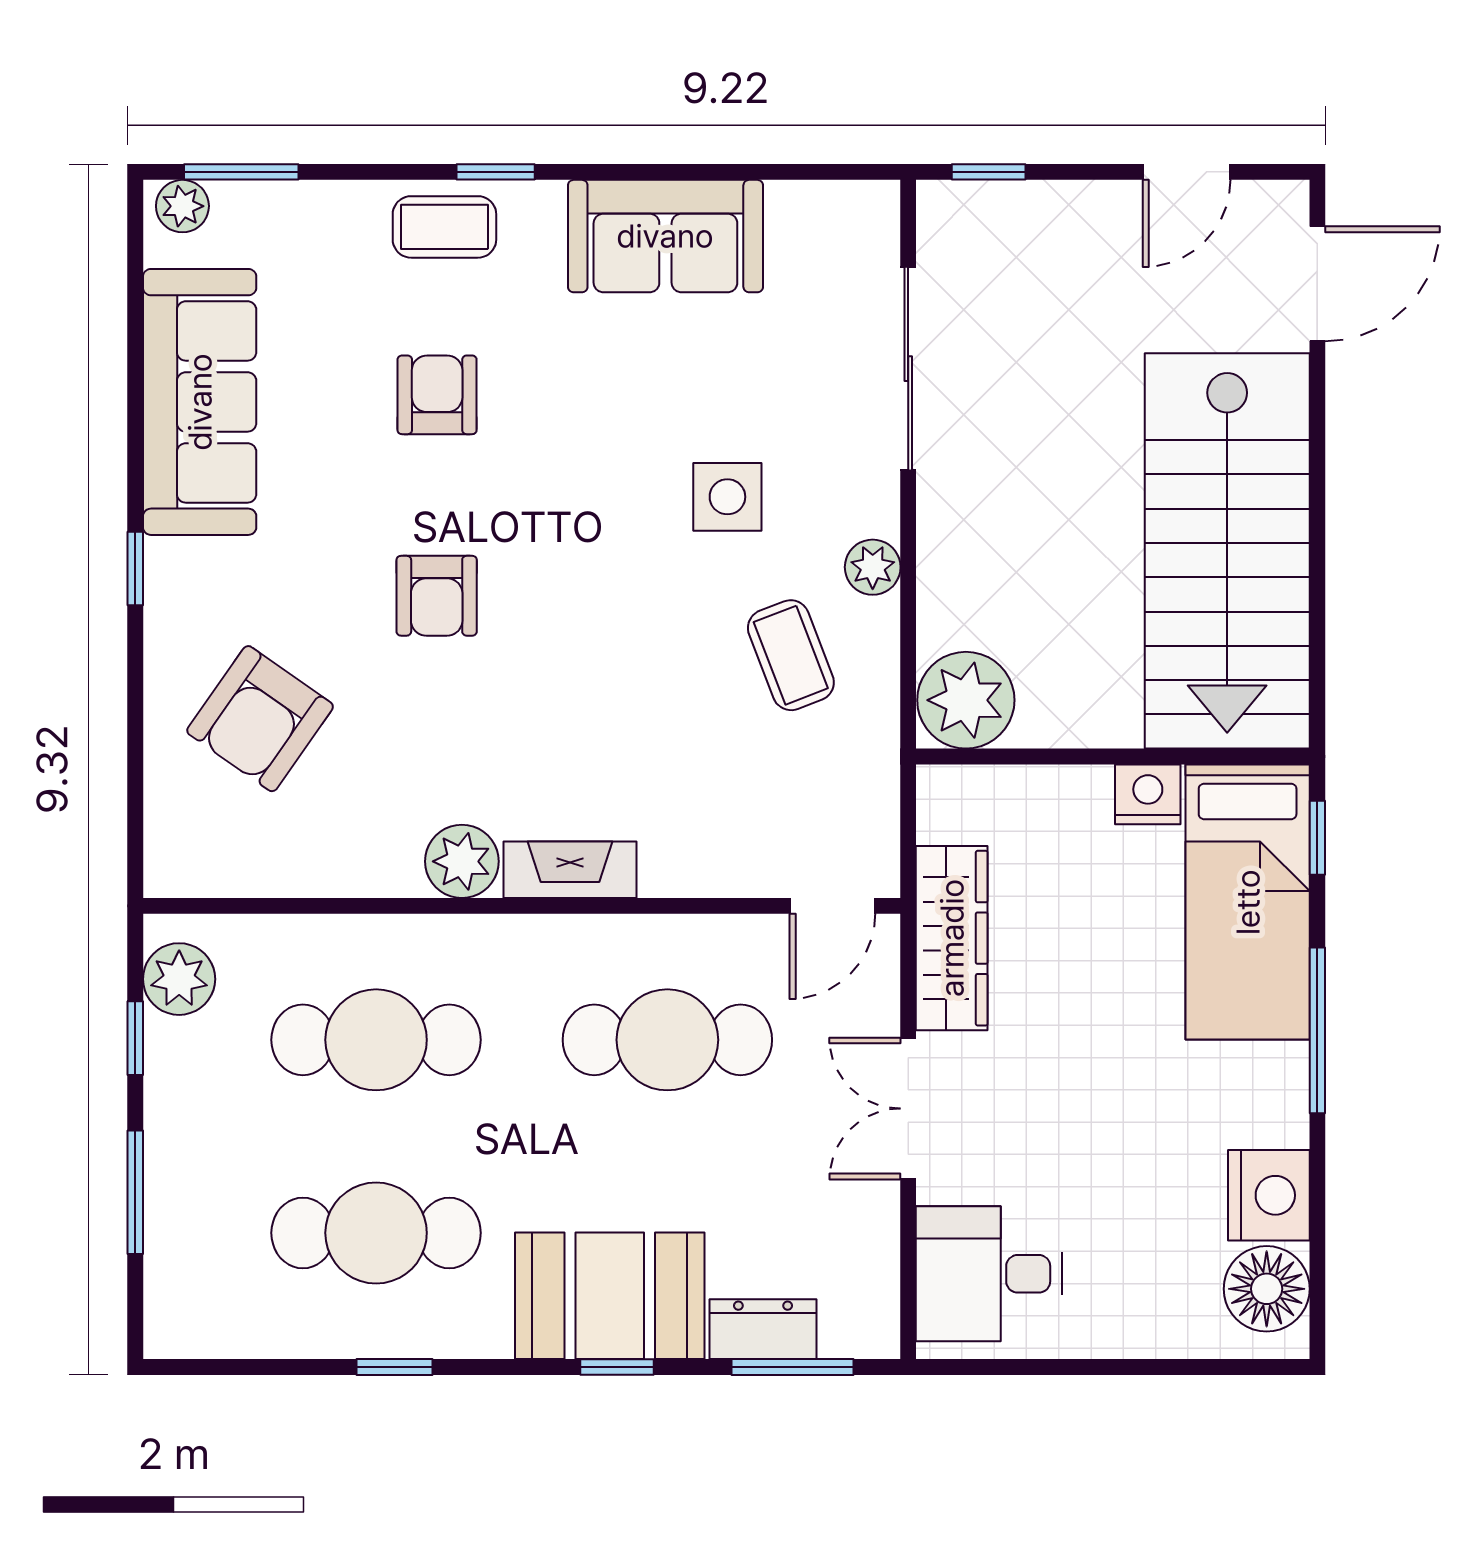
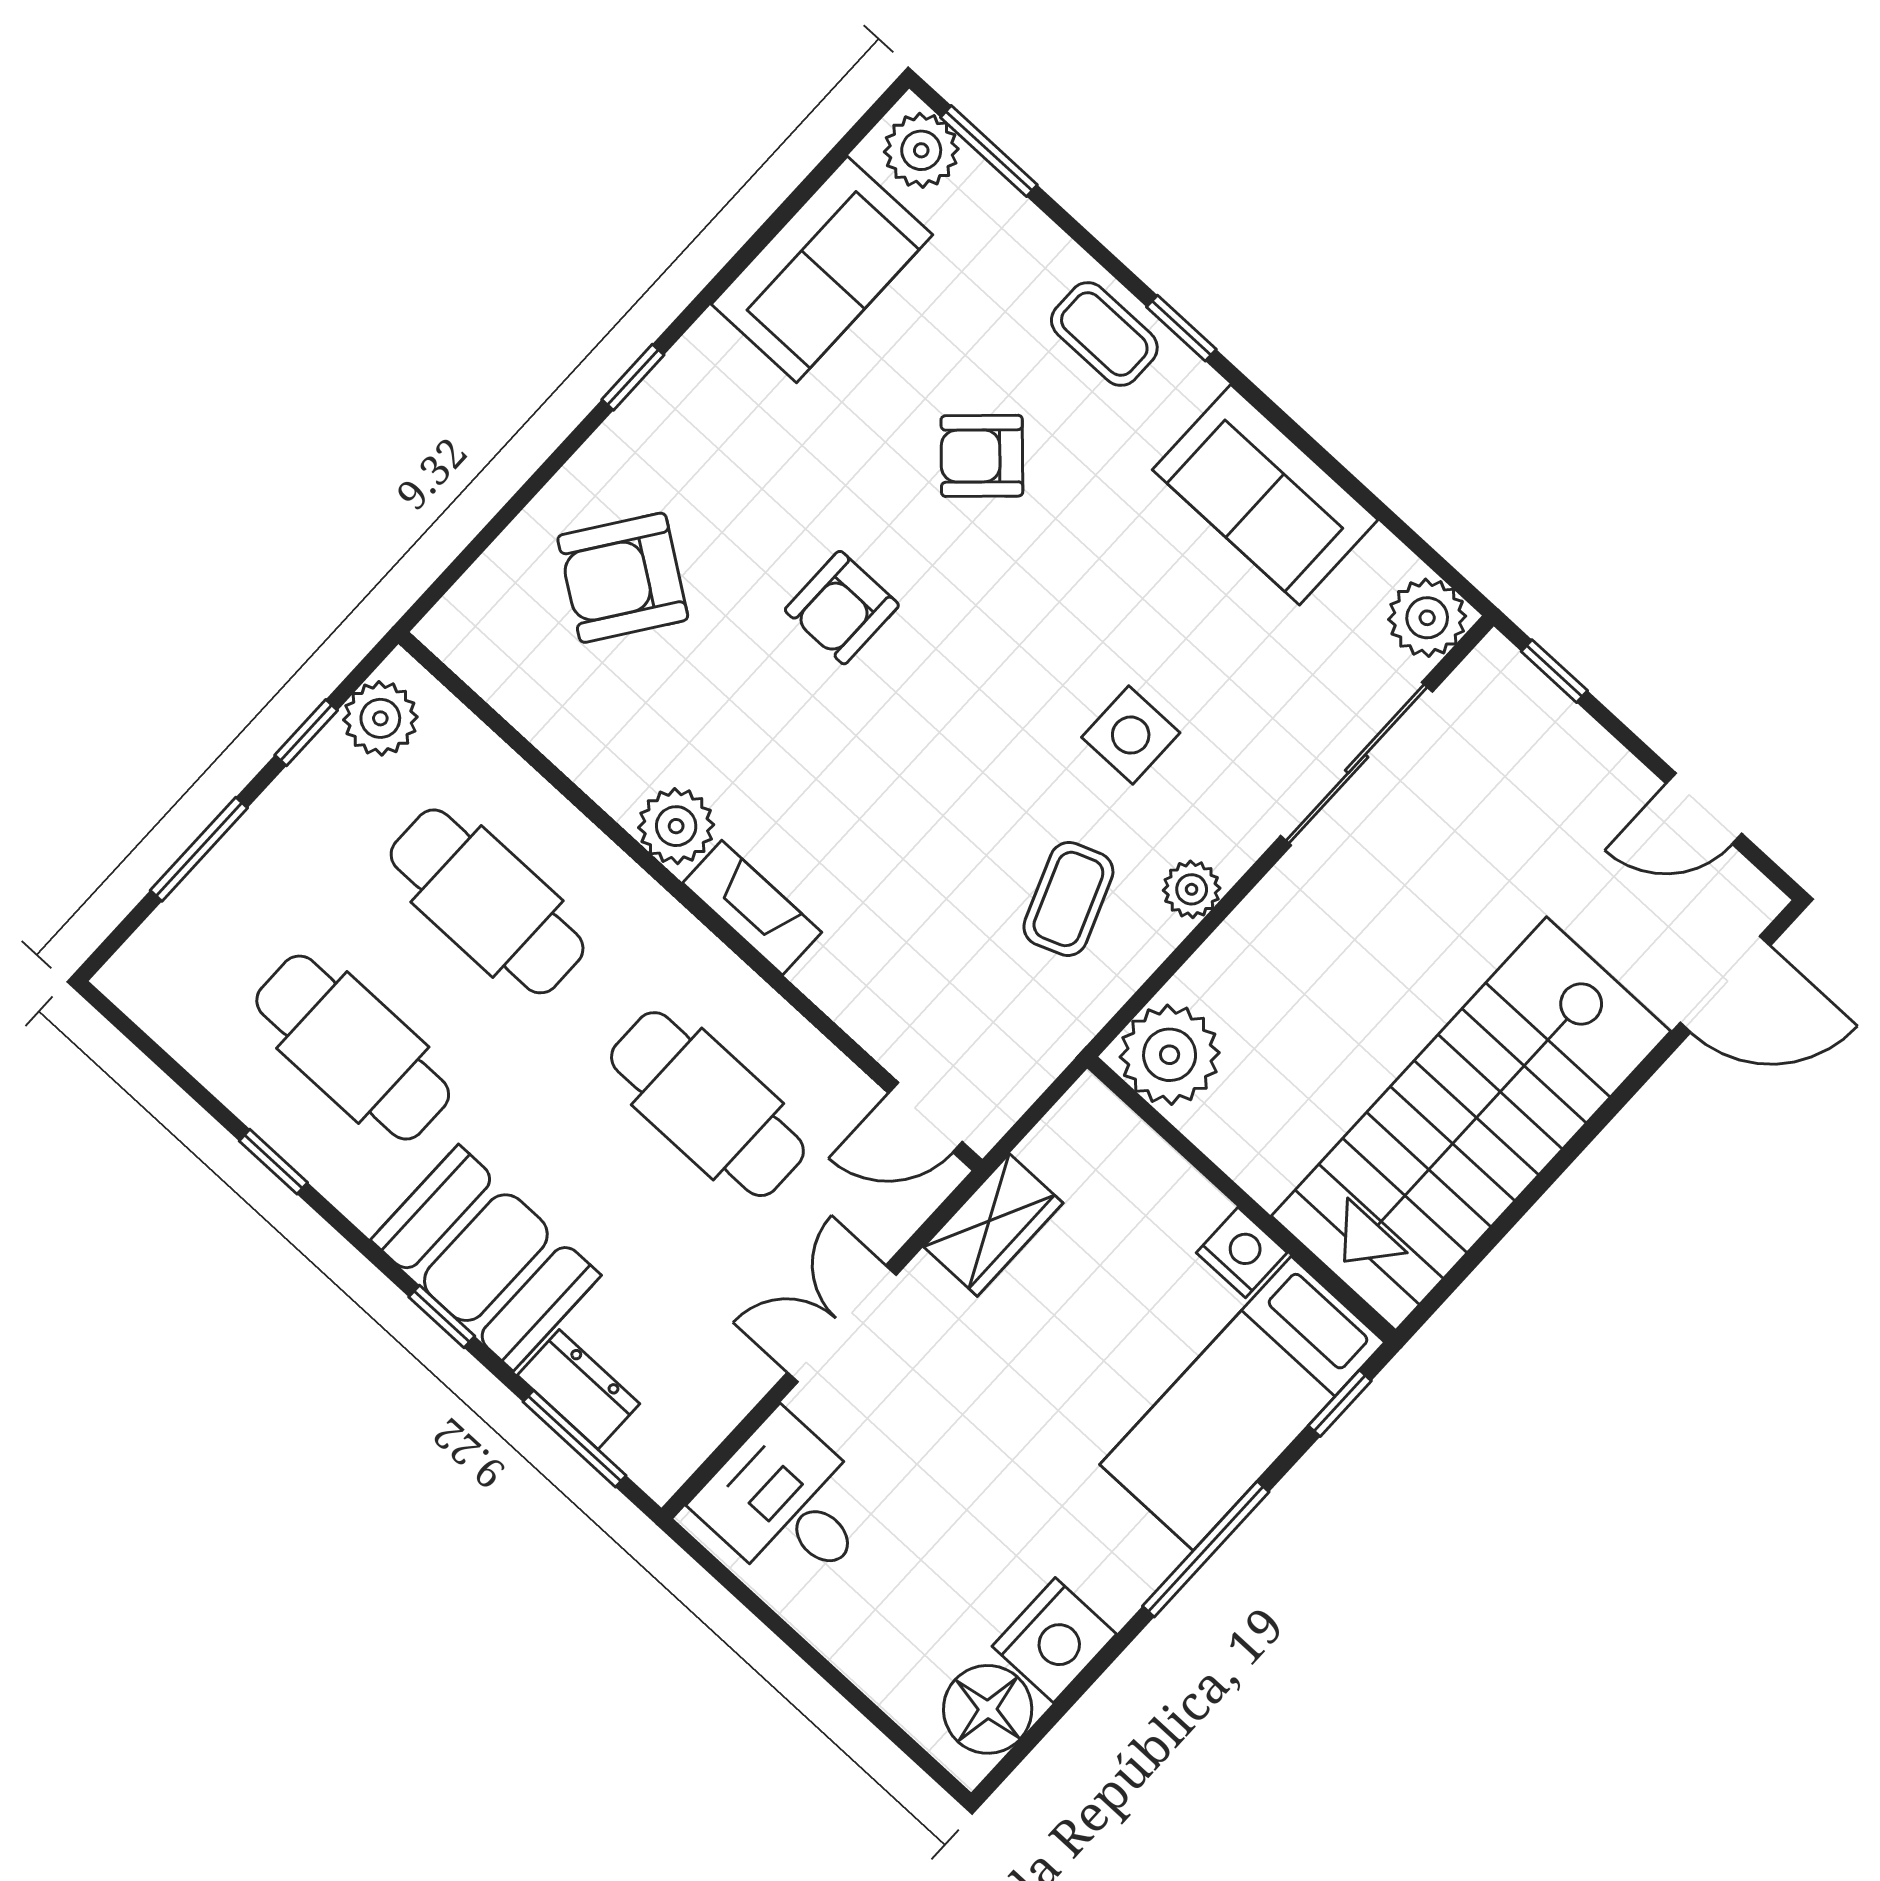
plant: (182, 206) -> (921, 150), width x1.38, depth x1.38
plant: (863, 218) -> (1427, 618), added
armchair: (437, 395) -> (982, 456), turned -133
sofa: (200, 402) -> (822, 269), width x0.73
wardrobe: (952, 938) -> (993, 1225), width x0.67

